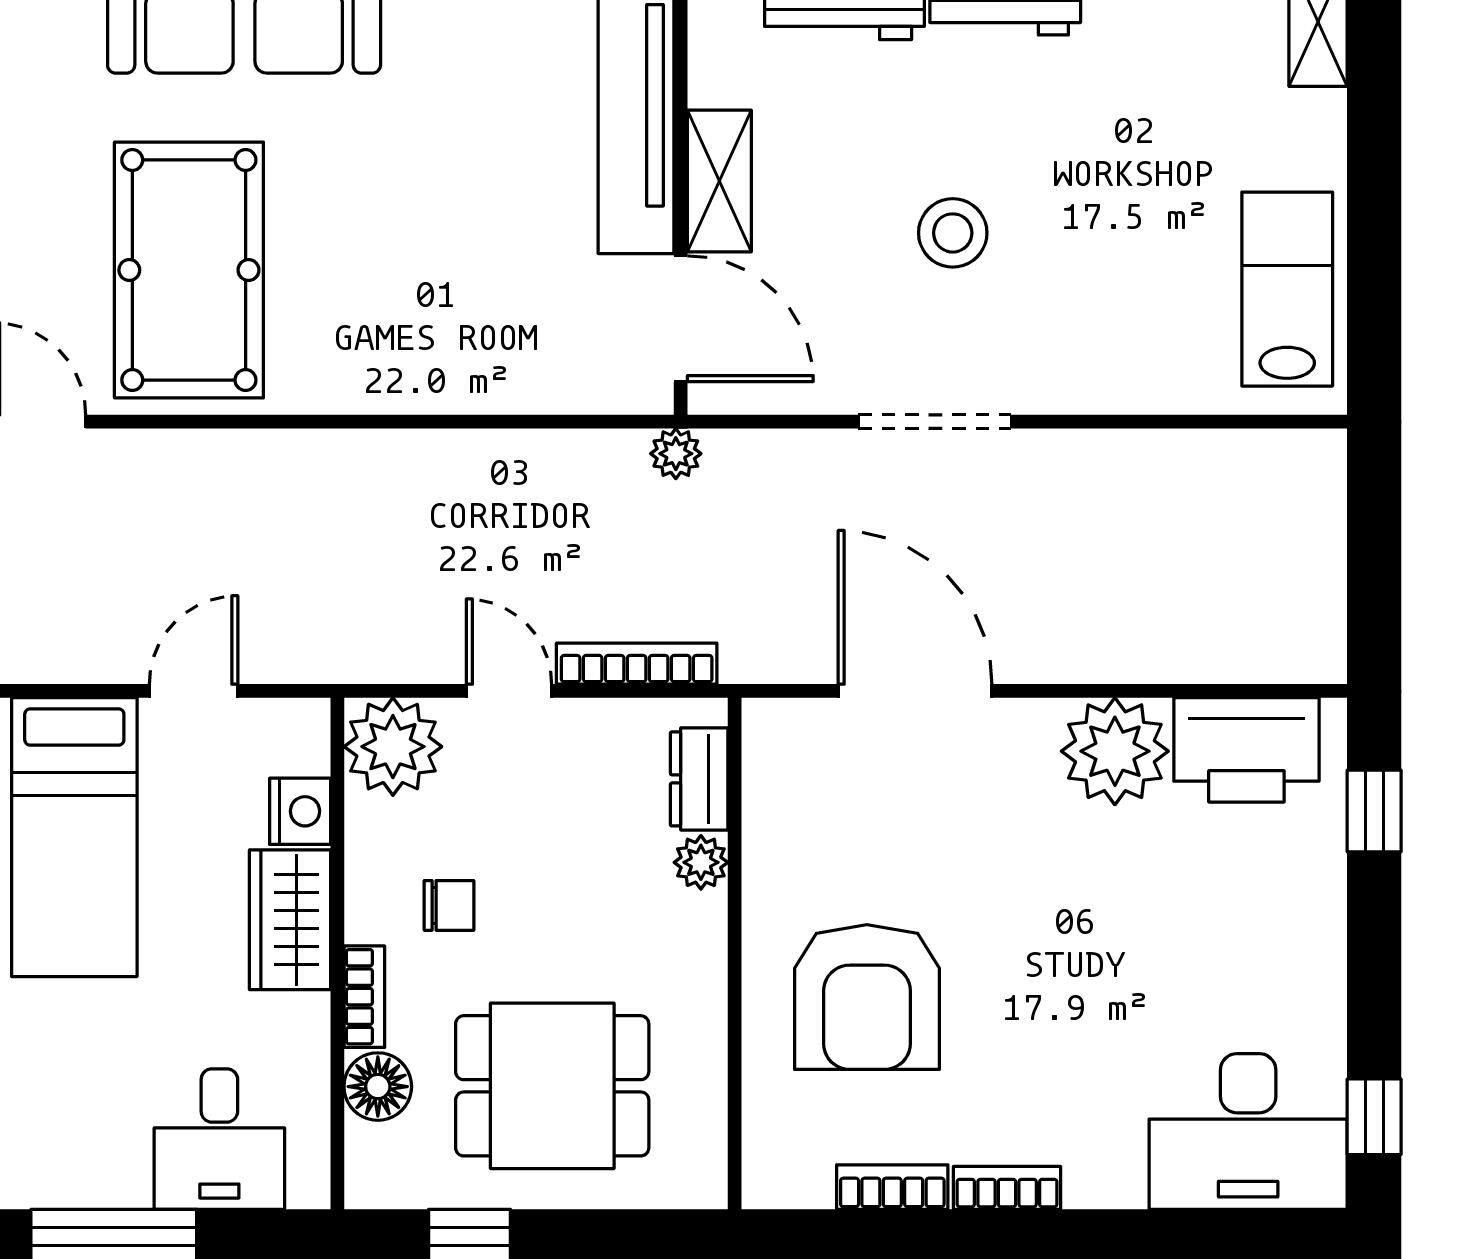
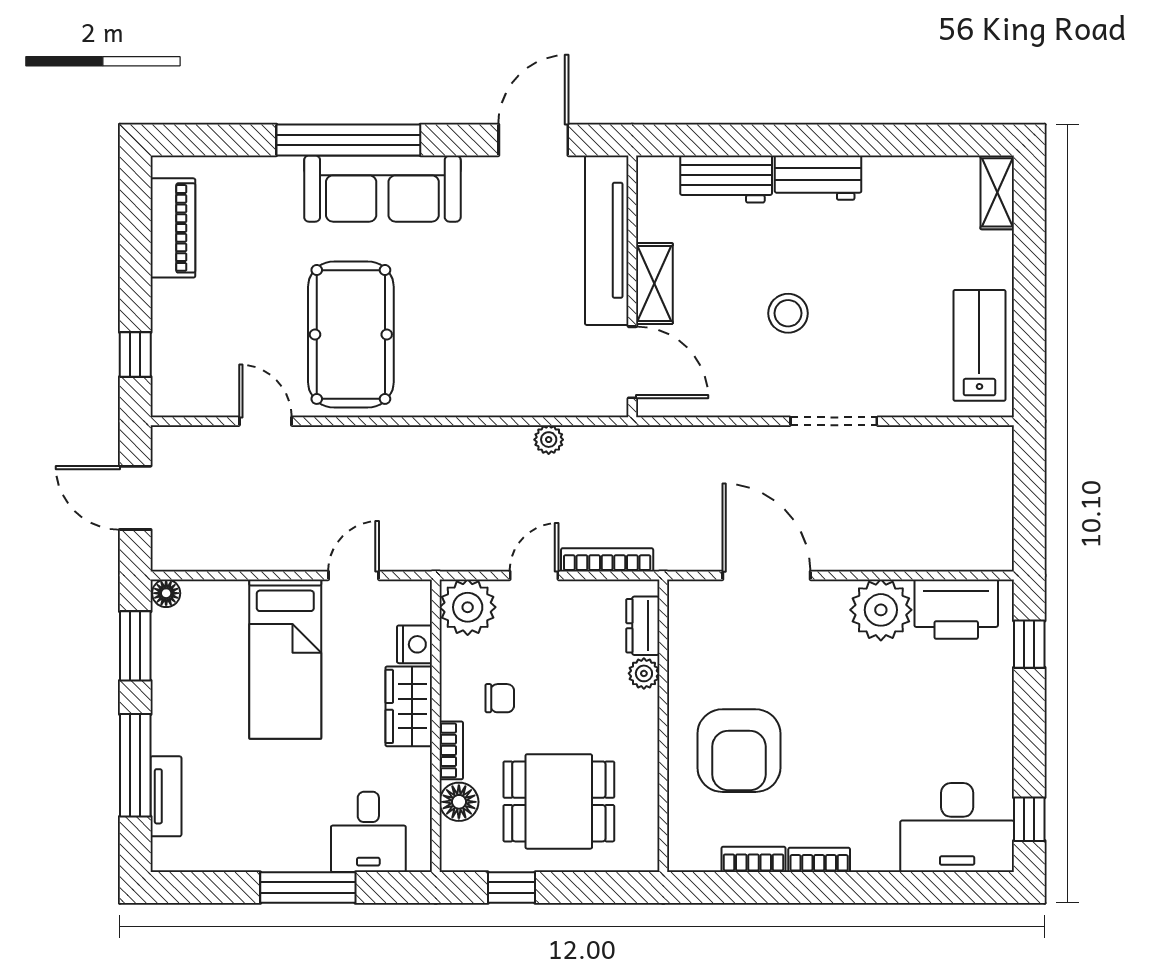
doorway: (935, 422) -> (834, 421), moved
plant: (676, 454) -> (549, 440), moved
door: (509, 691) -> (534, 575), hinge flipped

